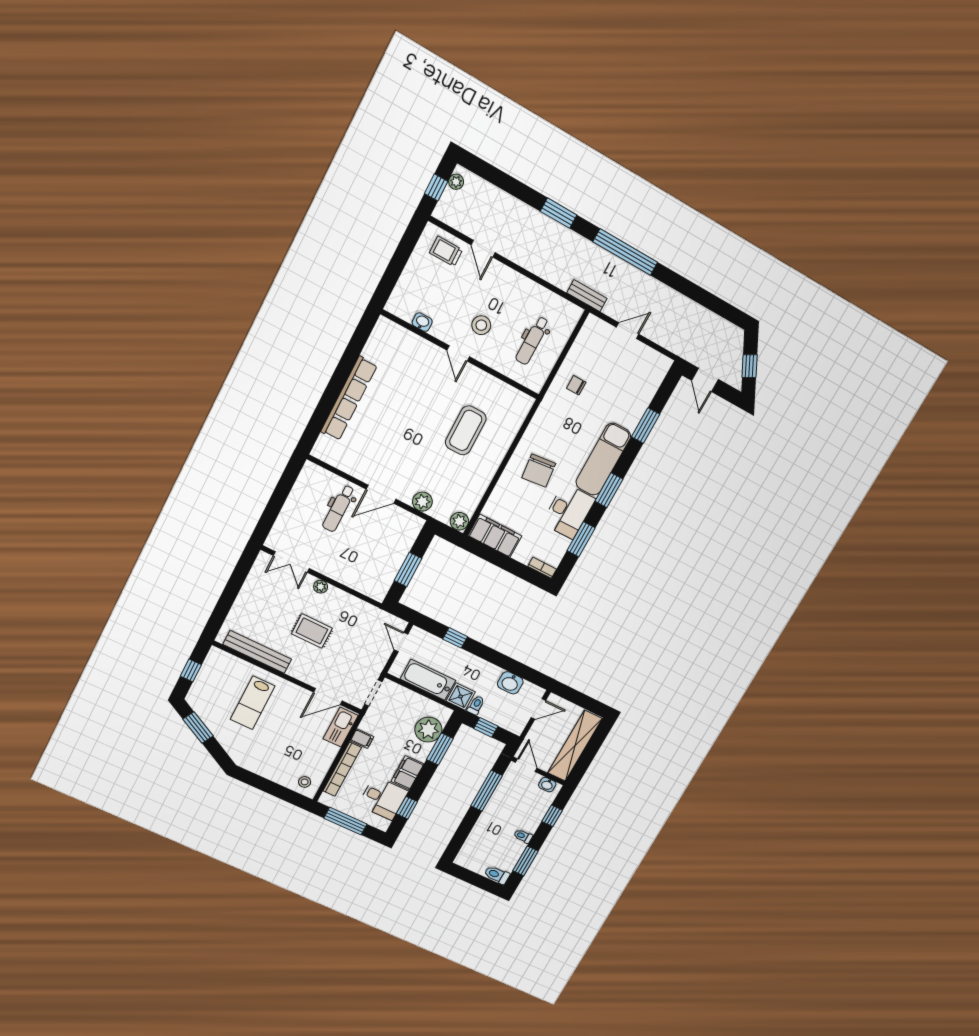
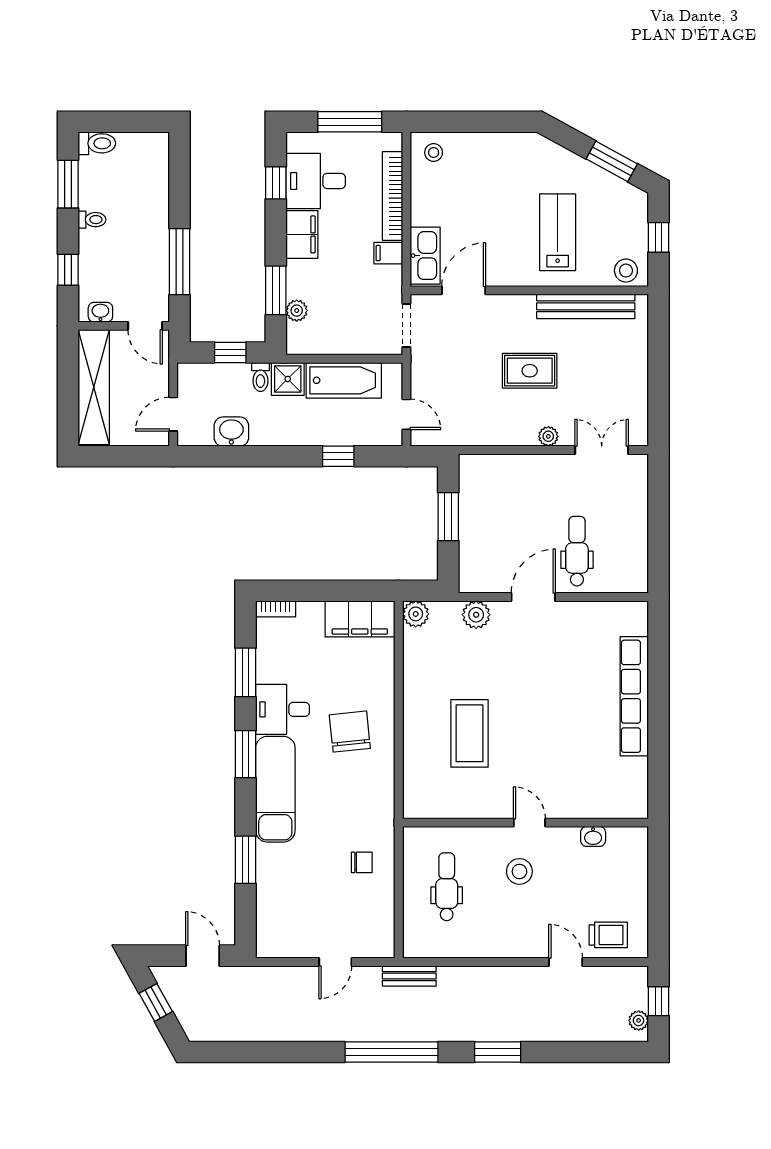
desk: (569, 511) -> (282, 709), width x0.73
stool: (221, 661) -> (626, 271), added
plant: (428, 730) -> (297, 311), width x0.53, depth x0.53

